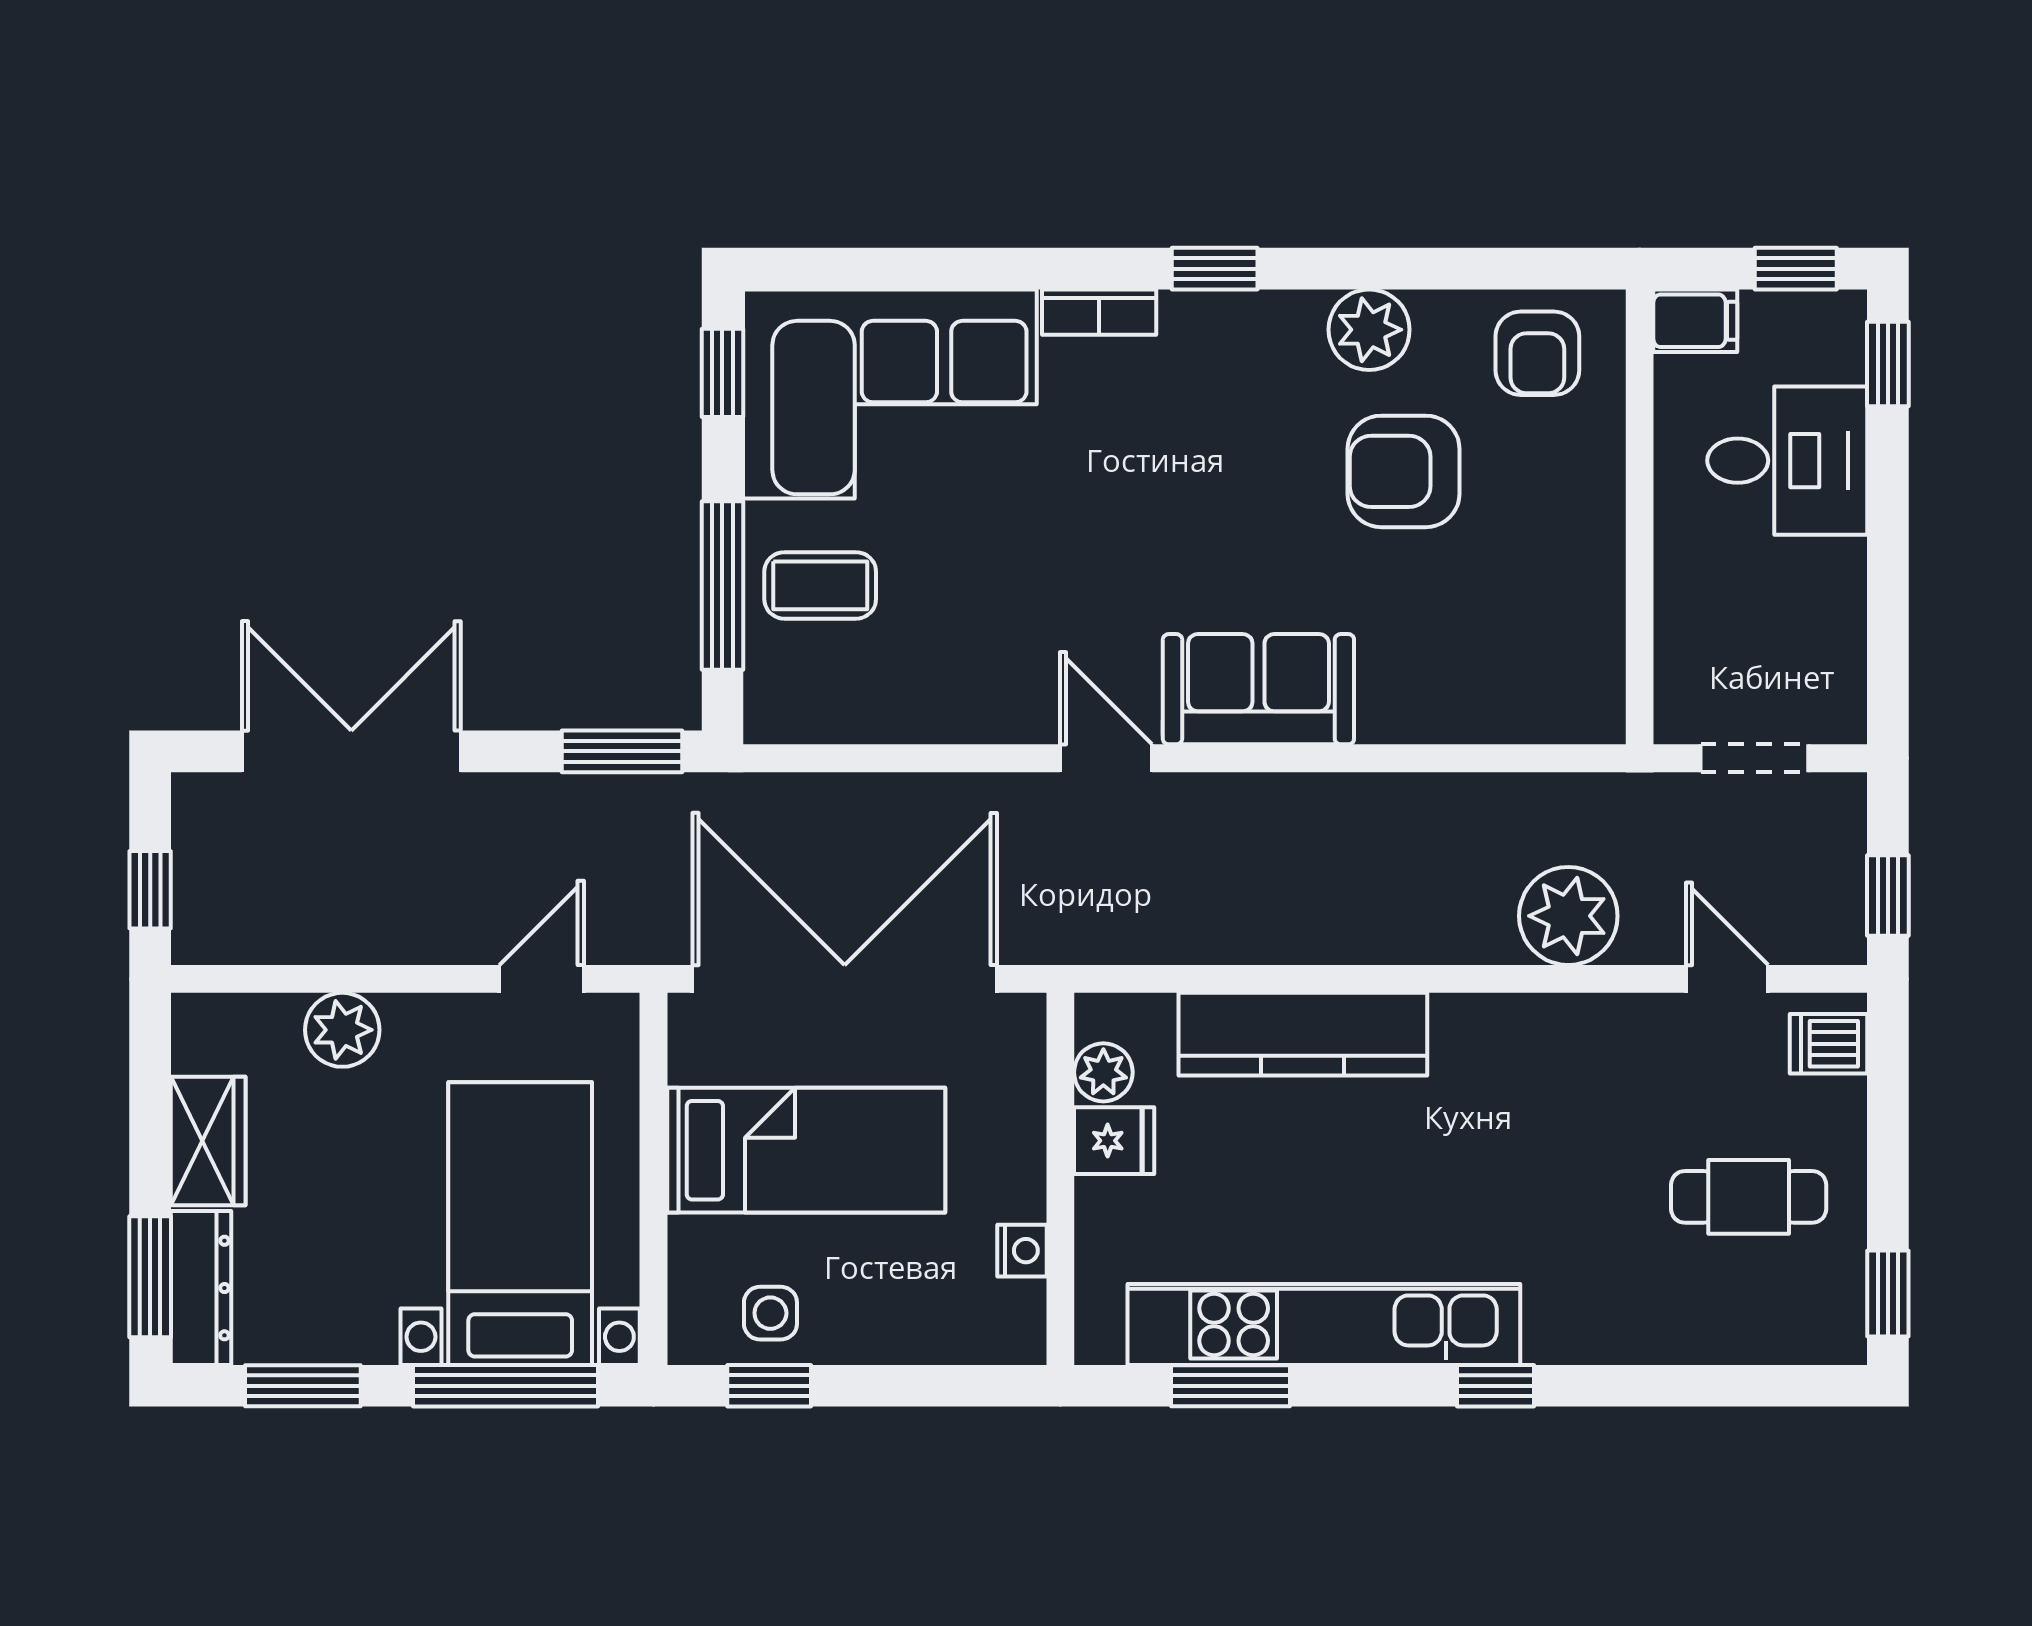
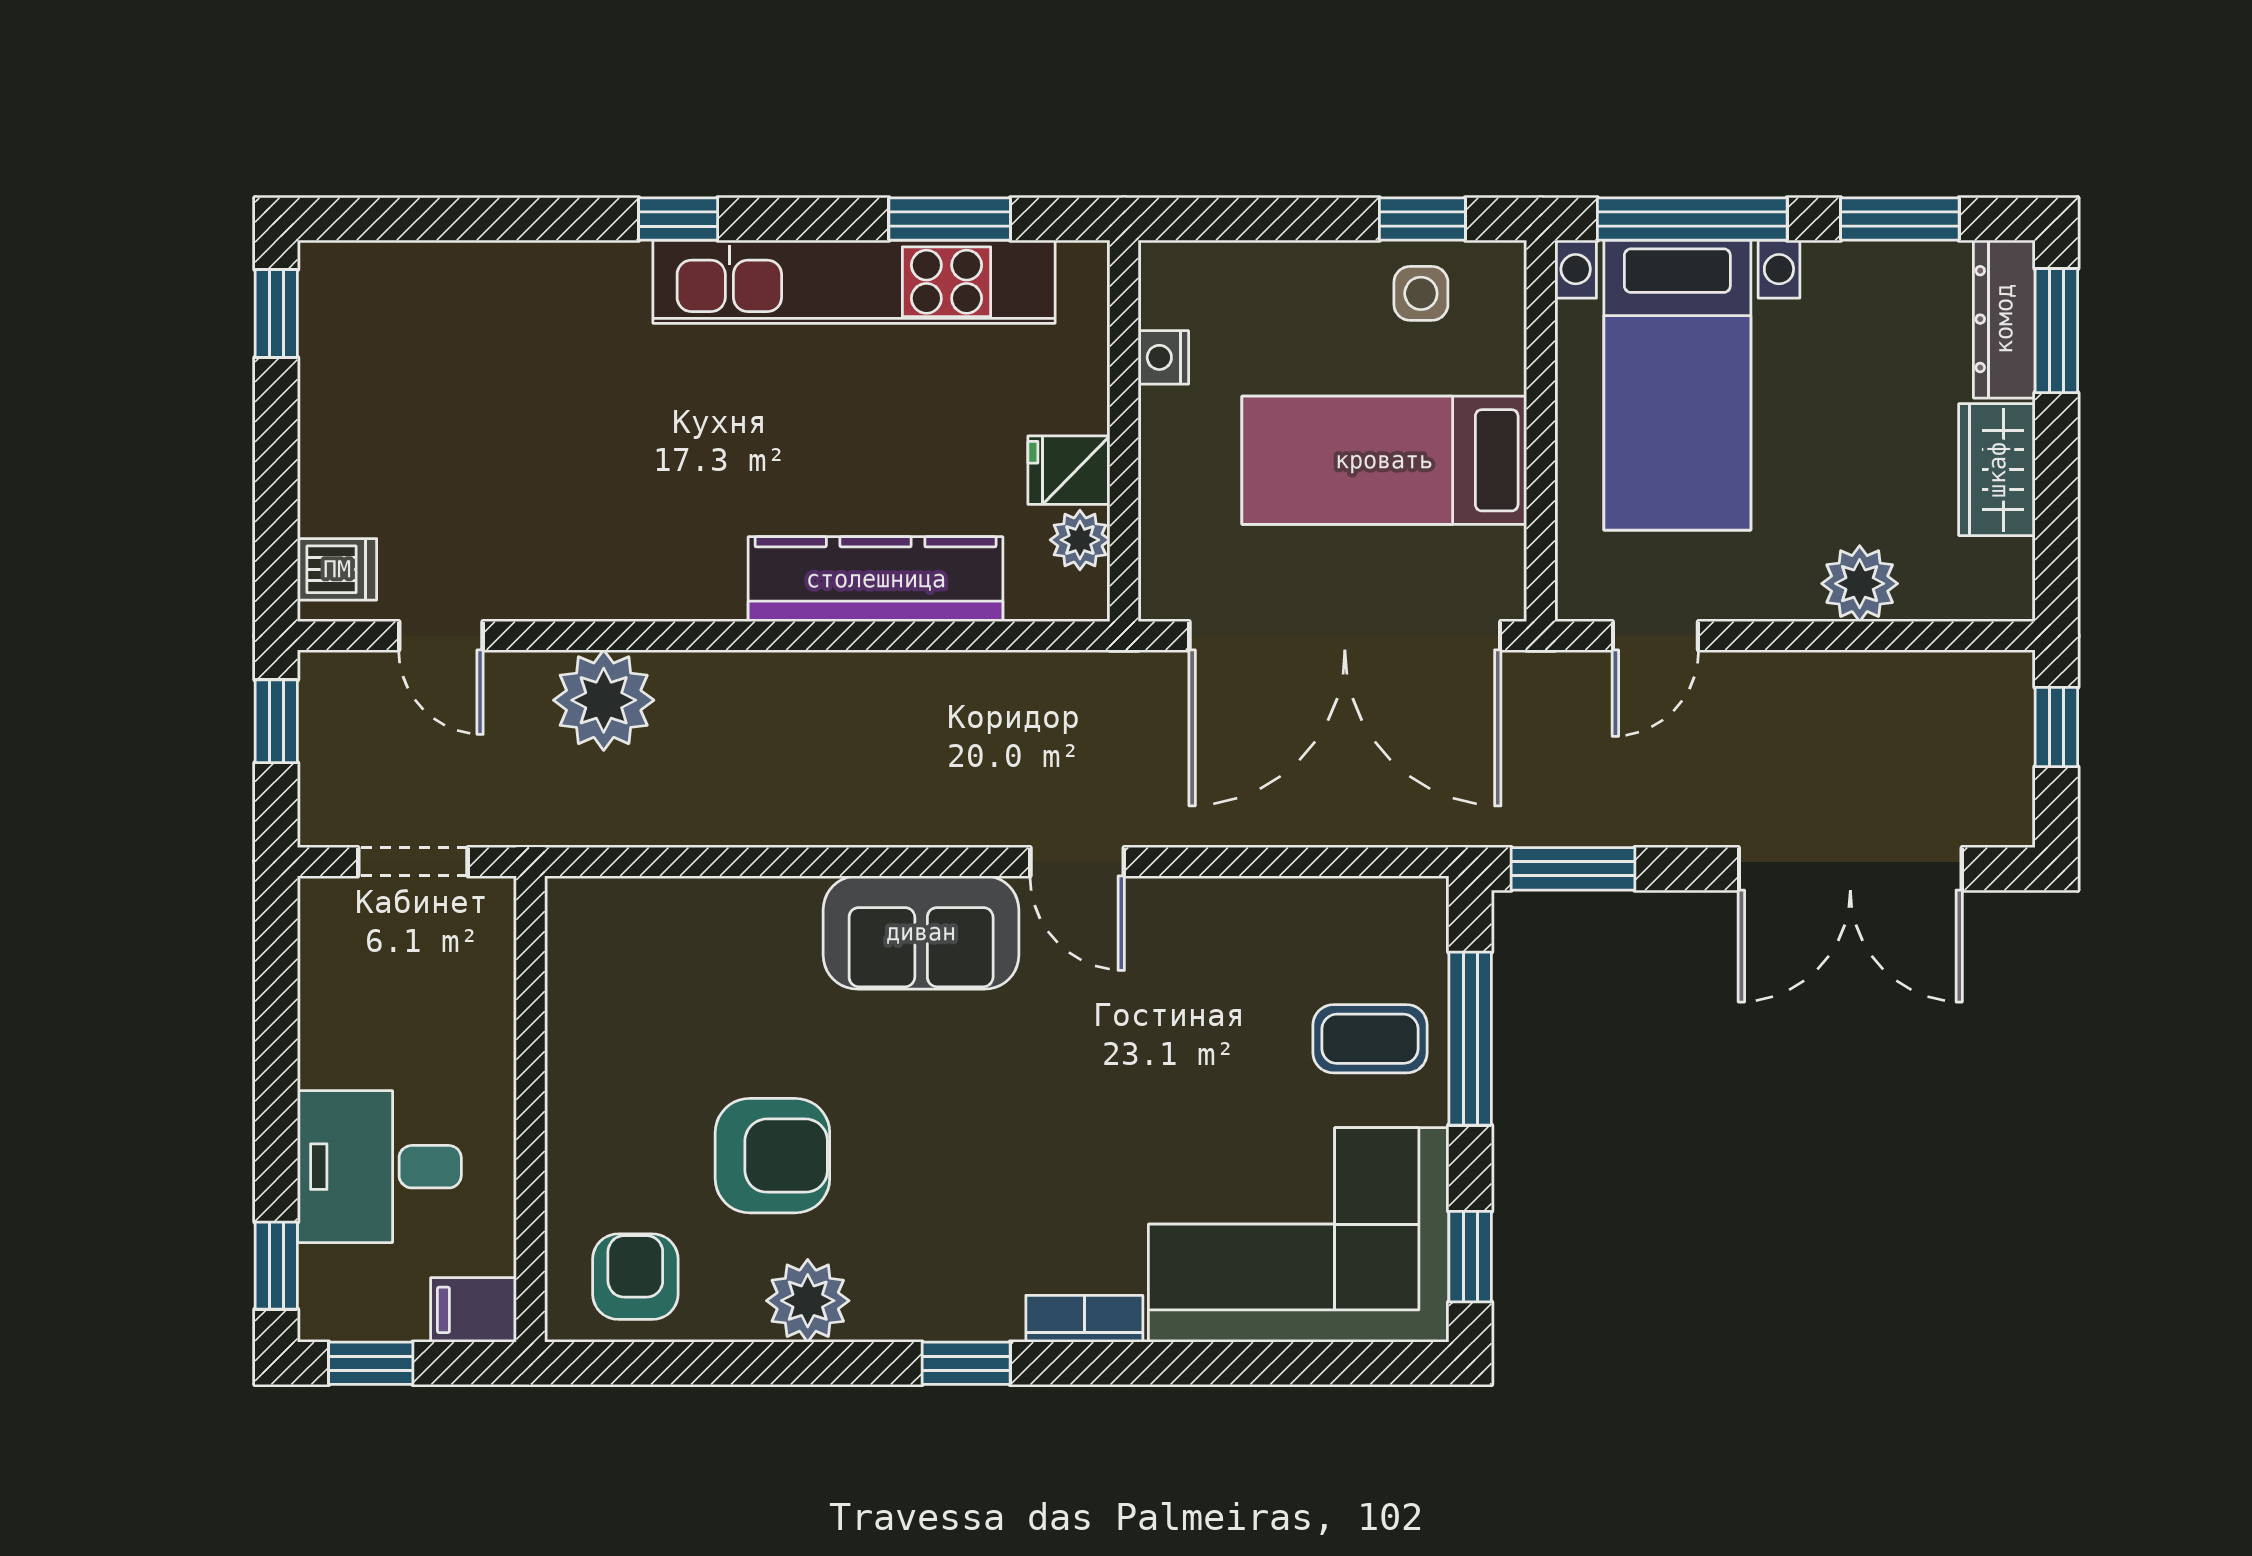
cafe table: (1749, 1197) -> (419, 412), removed

